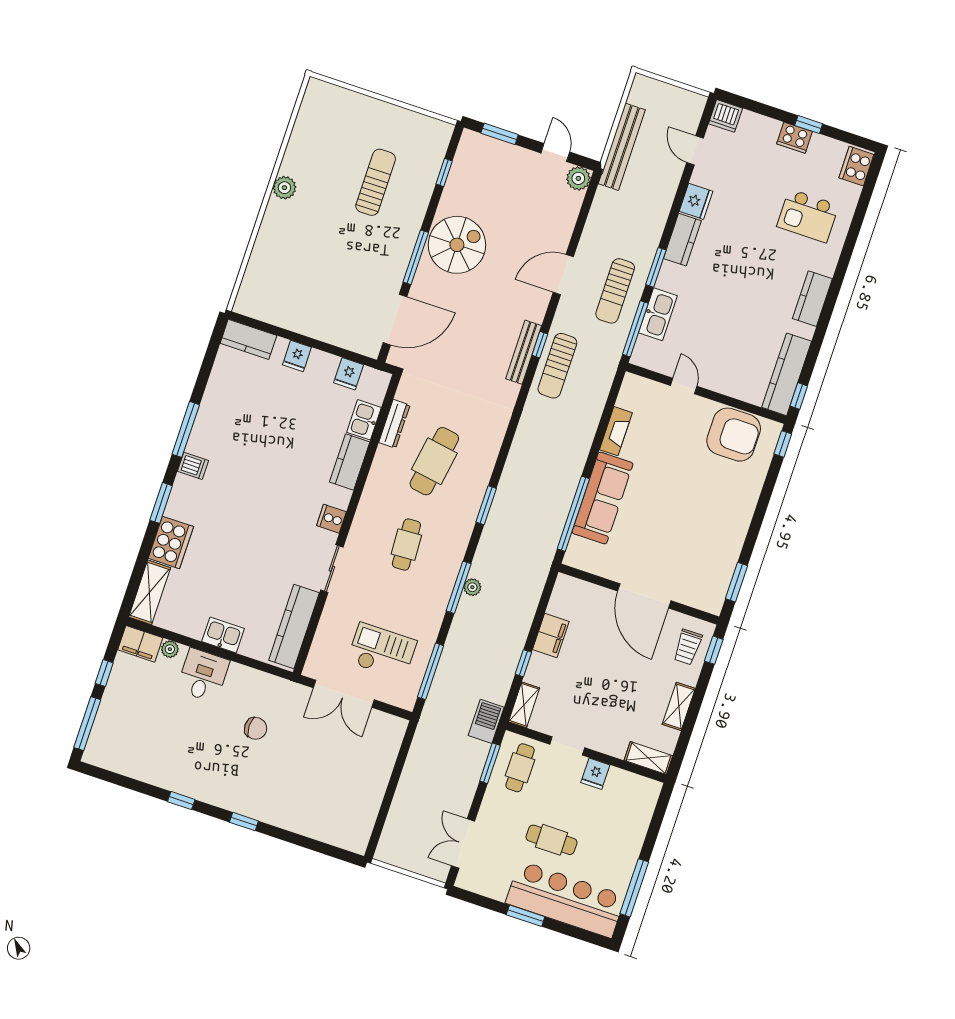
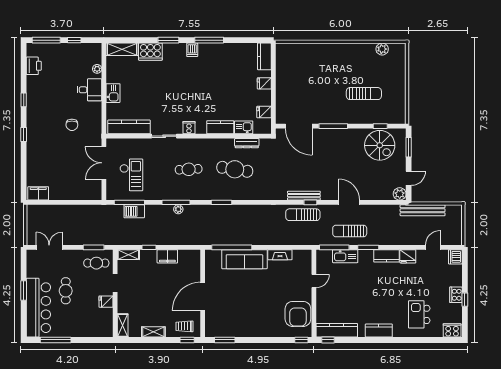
plant: (284, 188) -> (382, 49), moved
spiral stairs: (457, 245) -> (380, 145), moved
filing cabinet: (140, 644) -> (38, 193), moved, turned 90
barbecue: (486, 721) -> (134, 211), moved, turned 180
printer: (126, 762) -> (34, 66), added

